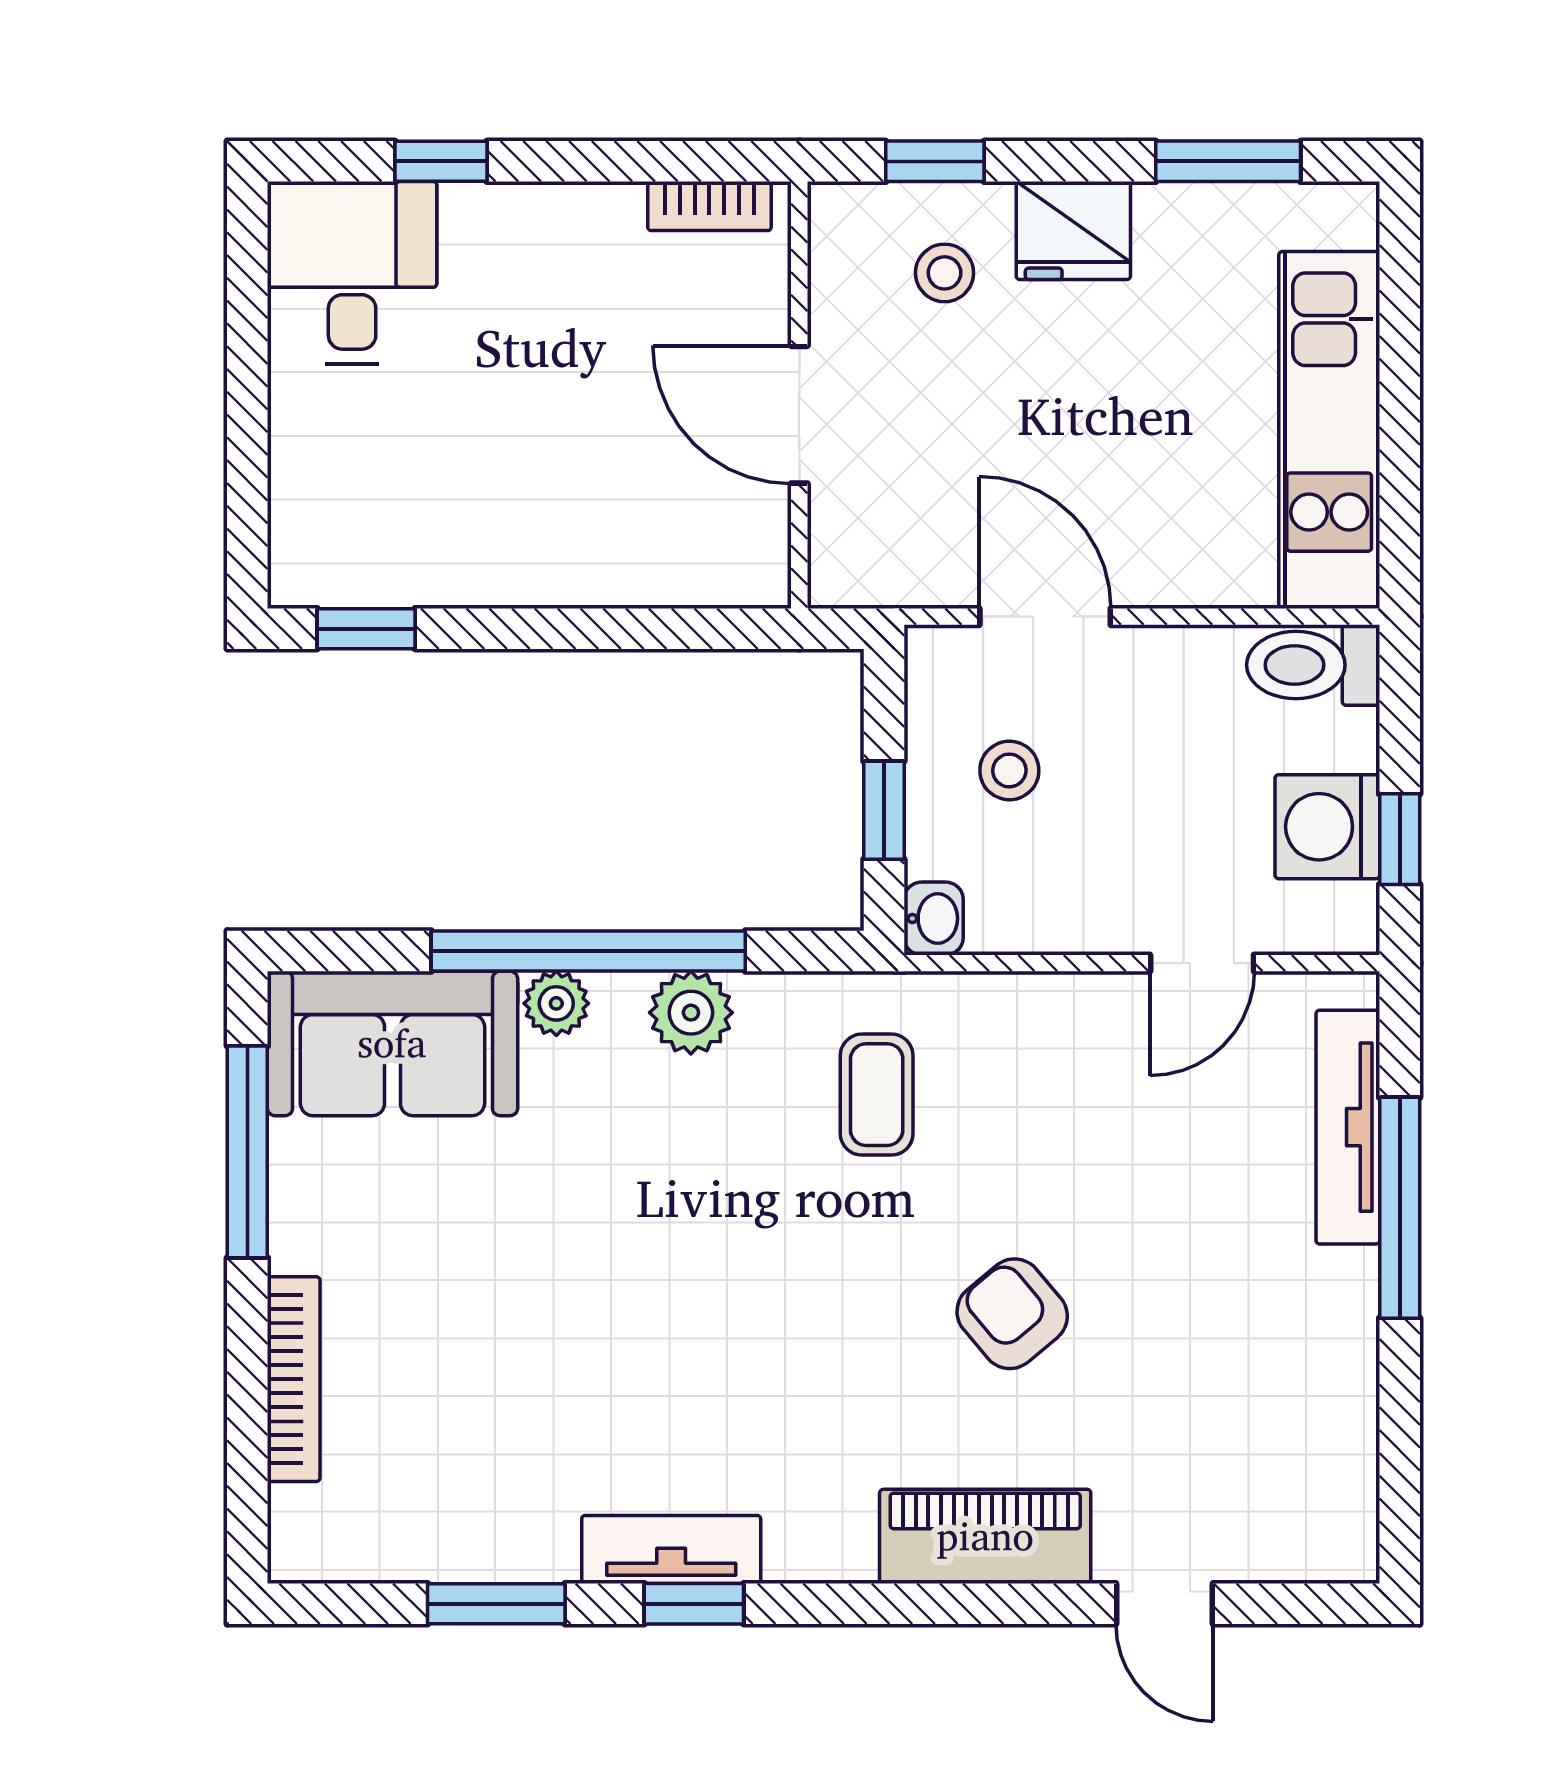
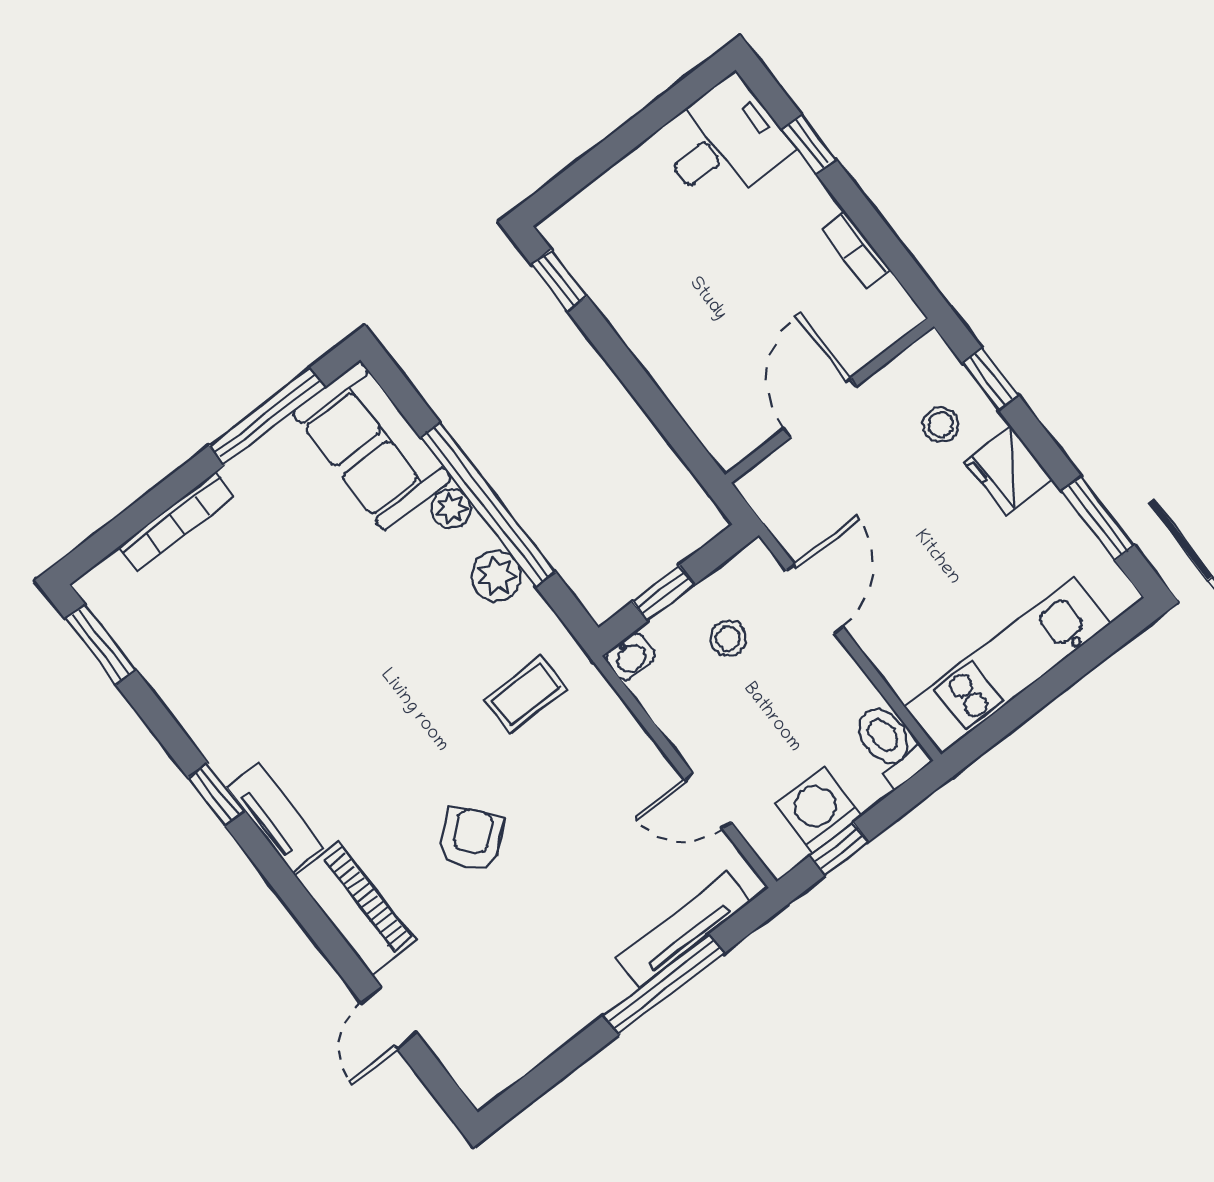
bookcase: (709, 206) -> (856, 249), moved
tv unit: (671, 1549) -> (275, 817), moved
window: (496, 1604) -> (101, 644), moved

